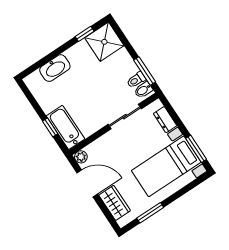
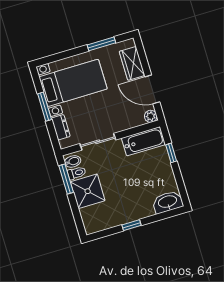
window: (85, 34) -> (132, 225), moved
shower: (104, 42) -> (88, 191), moved
washbasin: (55, 68) -> (168, 202), moved
bathtub: (66, 127) -> (143, 141), moved, turned -90
window: (196, 149) -> (45, 107), moved

